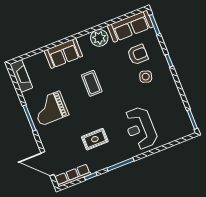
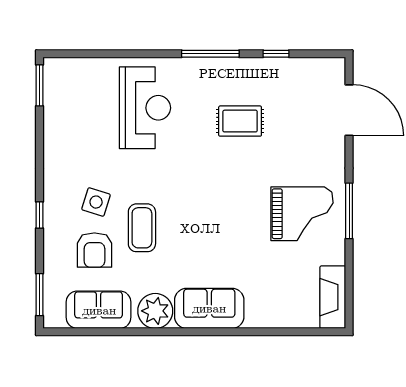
sofa: (130, 26) -> (99, 310), width x0.73
sofa: (63, 53) -> (209, 308), moved
armchair: (138, 55) -> (94, 250), turned -90
coffee table: (92, 83) -> (142, 228), moved
row of seats: (73, 175) -> (310, 69), removed

